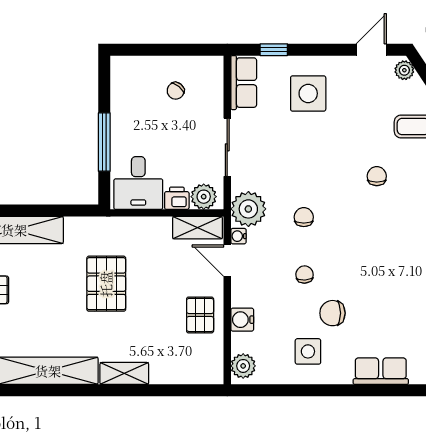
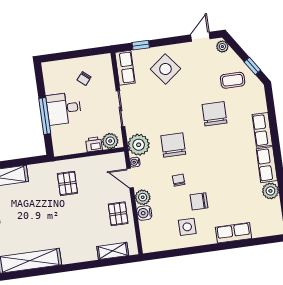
side table: (308, 93) -> (165, 69), turned -38
chair: (377, 176) -> (214, 114), width x1.87, depth x1.87
desk: (138, 183) -> (64, 108), moved, turned 90
chair: (304, 217) -> (173, 145), width x1.87, depth x1.87
shelving: (198, 228) -> (109, 161), removed
pallet: (106, 284) -> (67, 183), moved, width x0.67, depth x0.71
plant: (243, 366) -> (143, 197), moved
shelving: (124, 373) -> (113, 251), moved

